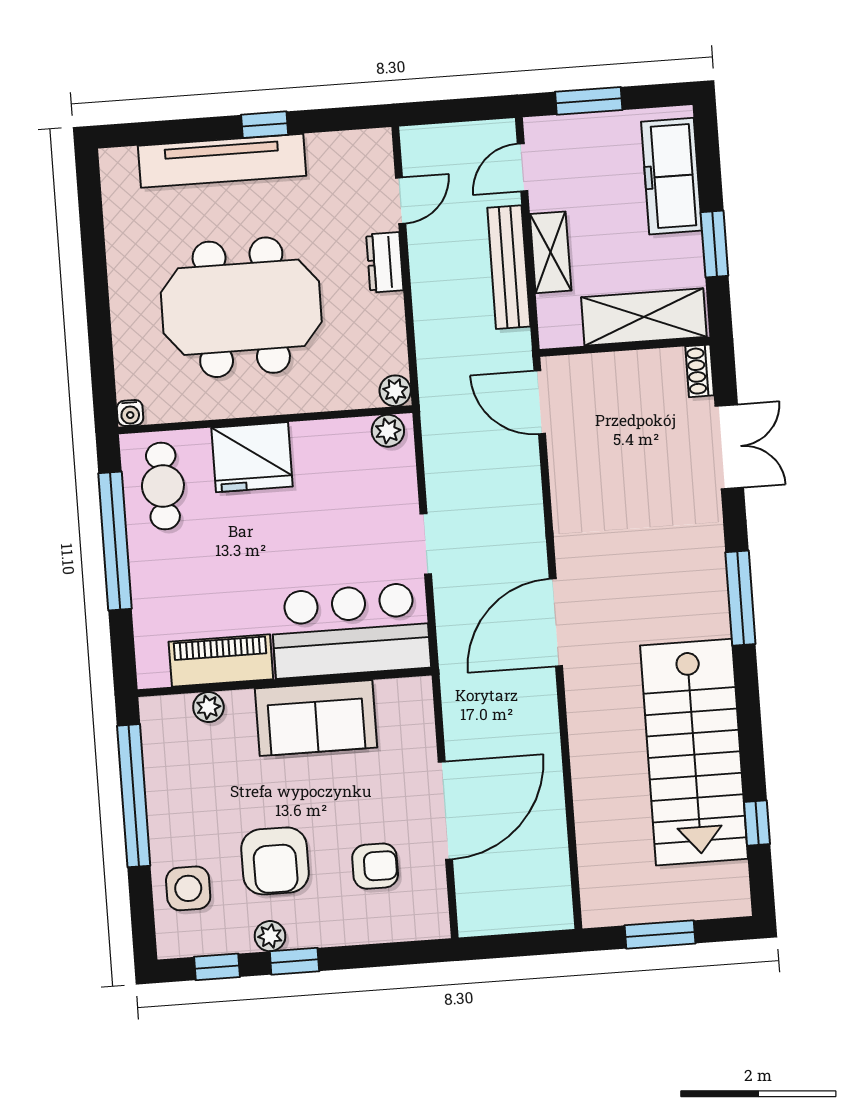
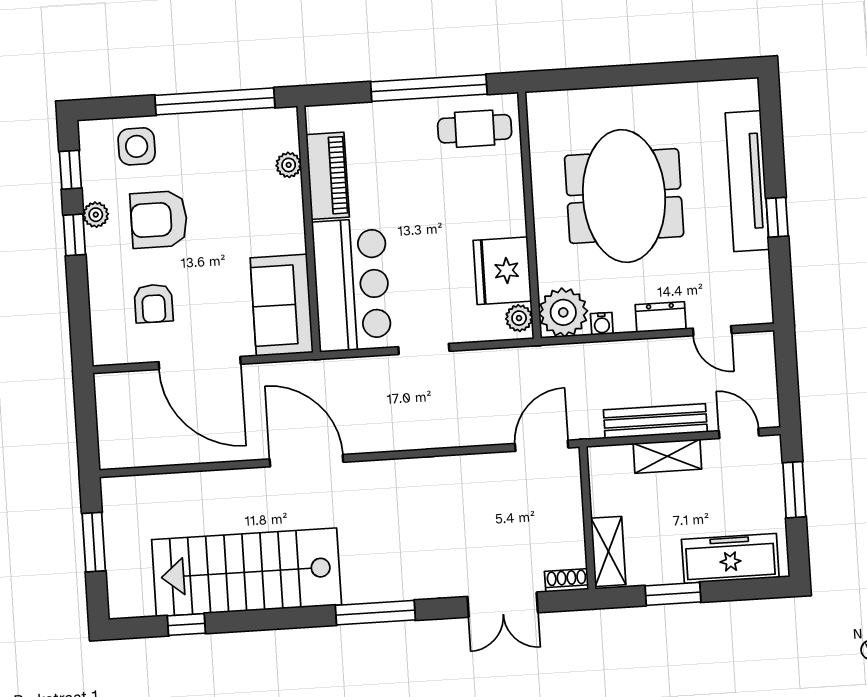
shelving: (644, 317) -> (608, 551), width x0.67, depth x0.75
plant: (395, 391) -> (563, 312), width x1.88, depth x1.88
water cooler: (130, 413) -> (602, 324), moved, turned -90
fridge: (252, 457) -> (502, 271), moved
door: (556, 622) -> (306, 461), moved
sofa: (316, 718) -> (282, 305), moved

